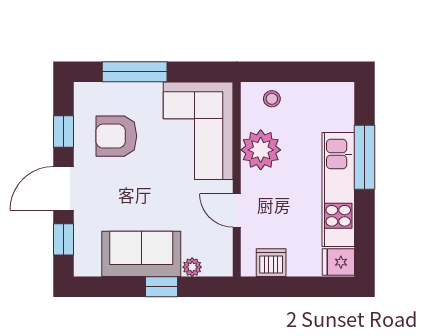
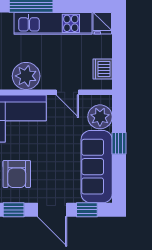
door: (237, 211) -> (67, 92), hinge flipped
sofa: (141, 254) -> (97, 167), width x1.36
plant: (192, 267) -> (100, 117), width x1.88, depth x1.88

